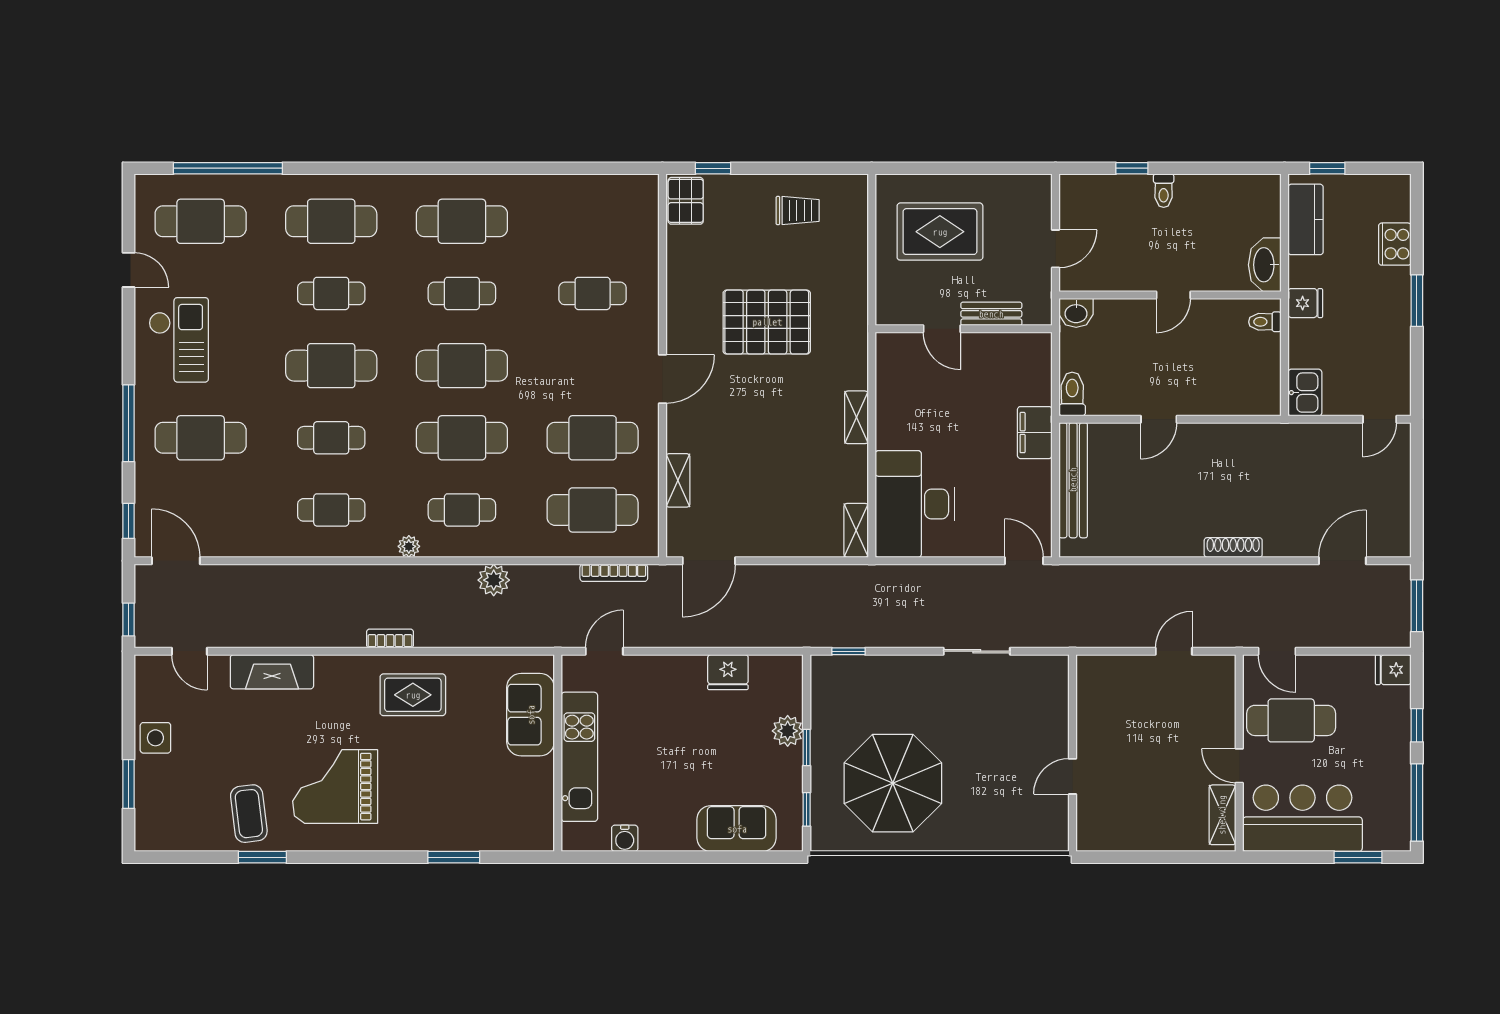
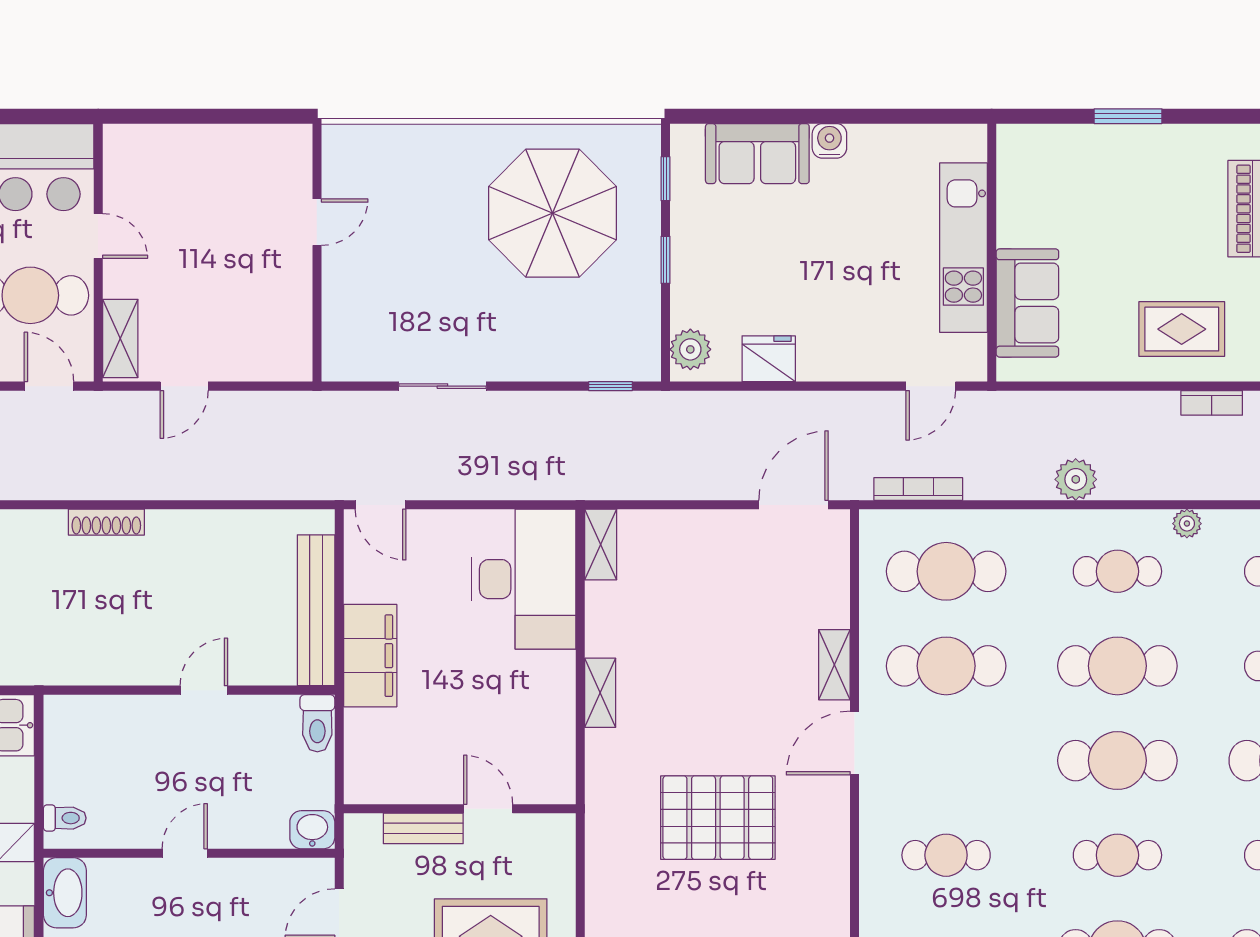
filing cabinet: (1035, 433) -> (370, 656), width x1.50, depth x1.17
shelving: (678, 480) -> (834, 665), moved
plant: (788, 731) -> (690, 349), moved
shelving: (1222, 815) -> (120, 338), moved
water cooler: (625, 838) -> (829, 141), moved

